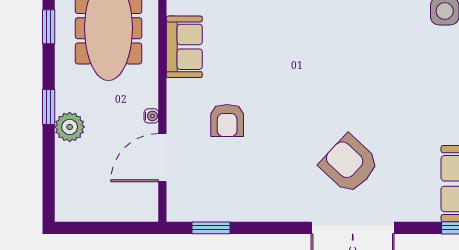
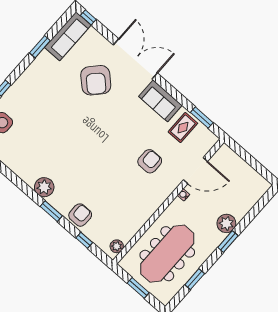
sofa: (184, 47) -> (160, 101), moved, turned -90
armchair: (349, 164) -> (96, 80), moved
rug: (223, 196) -> (183, 128), added

